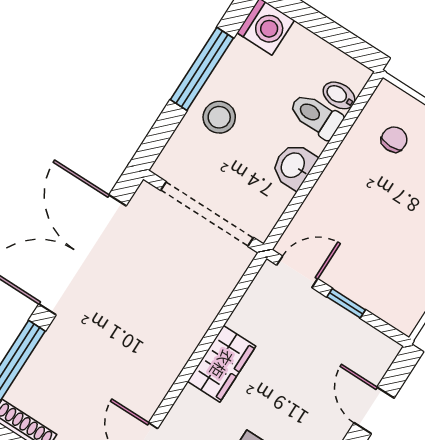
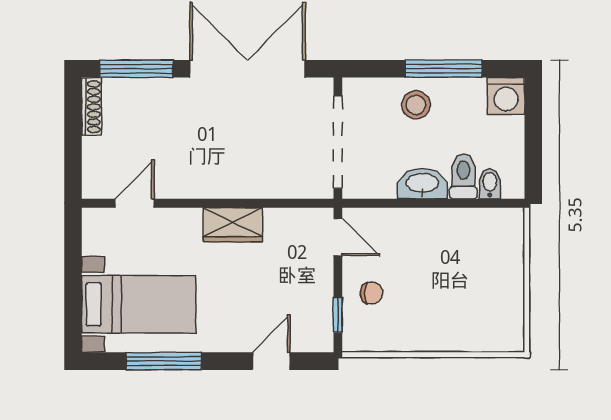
chair: (394, 139) -> (372, 293), moved
washbasin: (294, 166) -> (422, 184), width x1.38
window: (346, 303) -> (338, 315), moved

